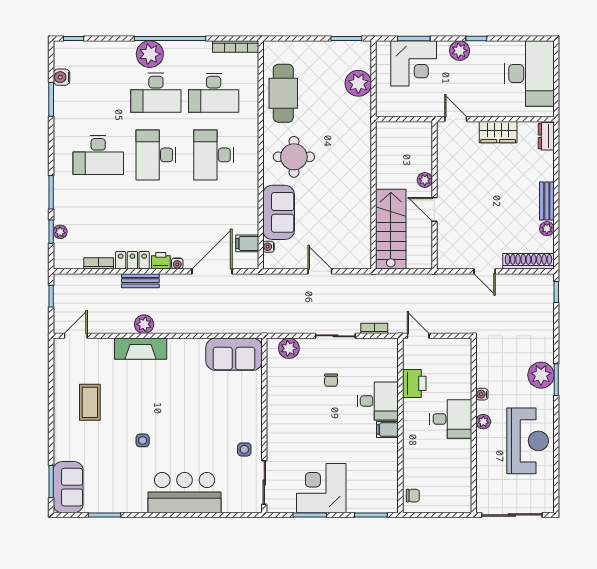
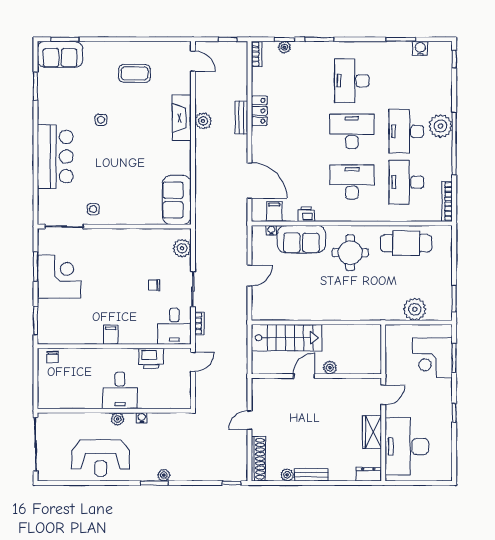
plant: (460, 51) -> (444, 398), removed
desk: (529, 74) -> (407, 446), moved, turned 90
printer: (161, 261) -> (306, 214), moved, turned -90
bookcase: (99, 263) -> (257, 54), moved
water cooler: (177, 264) -> (256, 150), removed
plant: (541, 375) -> (164, 475), width x0.53, depth x0.53
desk: (378, 401) -> (174, 326), moved

